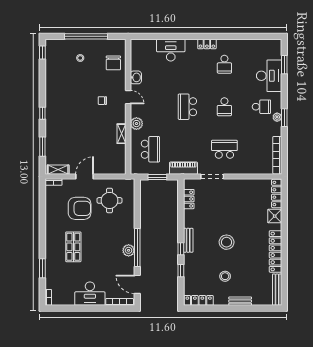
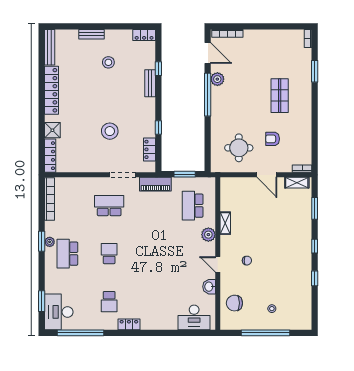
window: (250, 36) -> (81, 333), added
desk: (171, 50) -> (194, 317), moved
window: (42, 53) -> (315, 278), moved
chair: (113, 63) -> (234, 303), turned -90
school desk: (224, 64) -> (109, 302), turned 180
desk: (269, 76) -> (59, 312), moved
school desk: (187, 107) -> (151, 254), removed
school desk: (261, 107) -> (67, 254), width x1.85
school desk: (224, 149) -> (109, 206), turned 180
door: (85, 177) -> (267, 175), hinge flipped
armchair: (80, 208) -> (273, 139), width x0.53, depth x0.53
bench: (188, 240) -> (150, 83), moved
stool: (227, 242) -> (110, 131), moved
window: (181, 249) -> (158, 127), moved
plant: (129, 250) -> (217, 79), moved
desk: (90, 294) -> (261, 43), removed
locker: (199, 300) -> (144, 35), width x0.66

